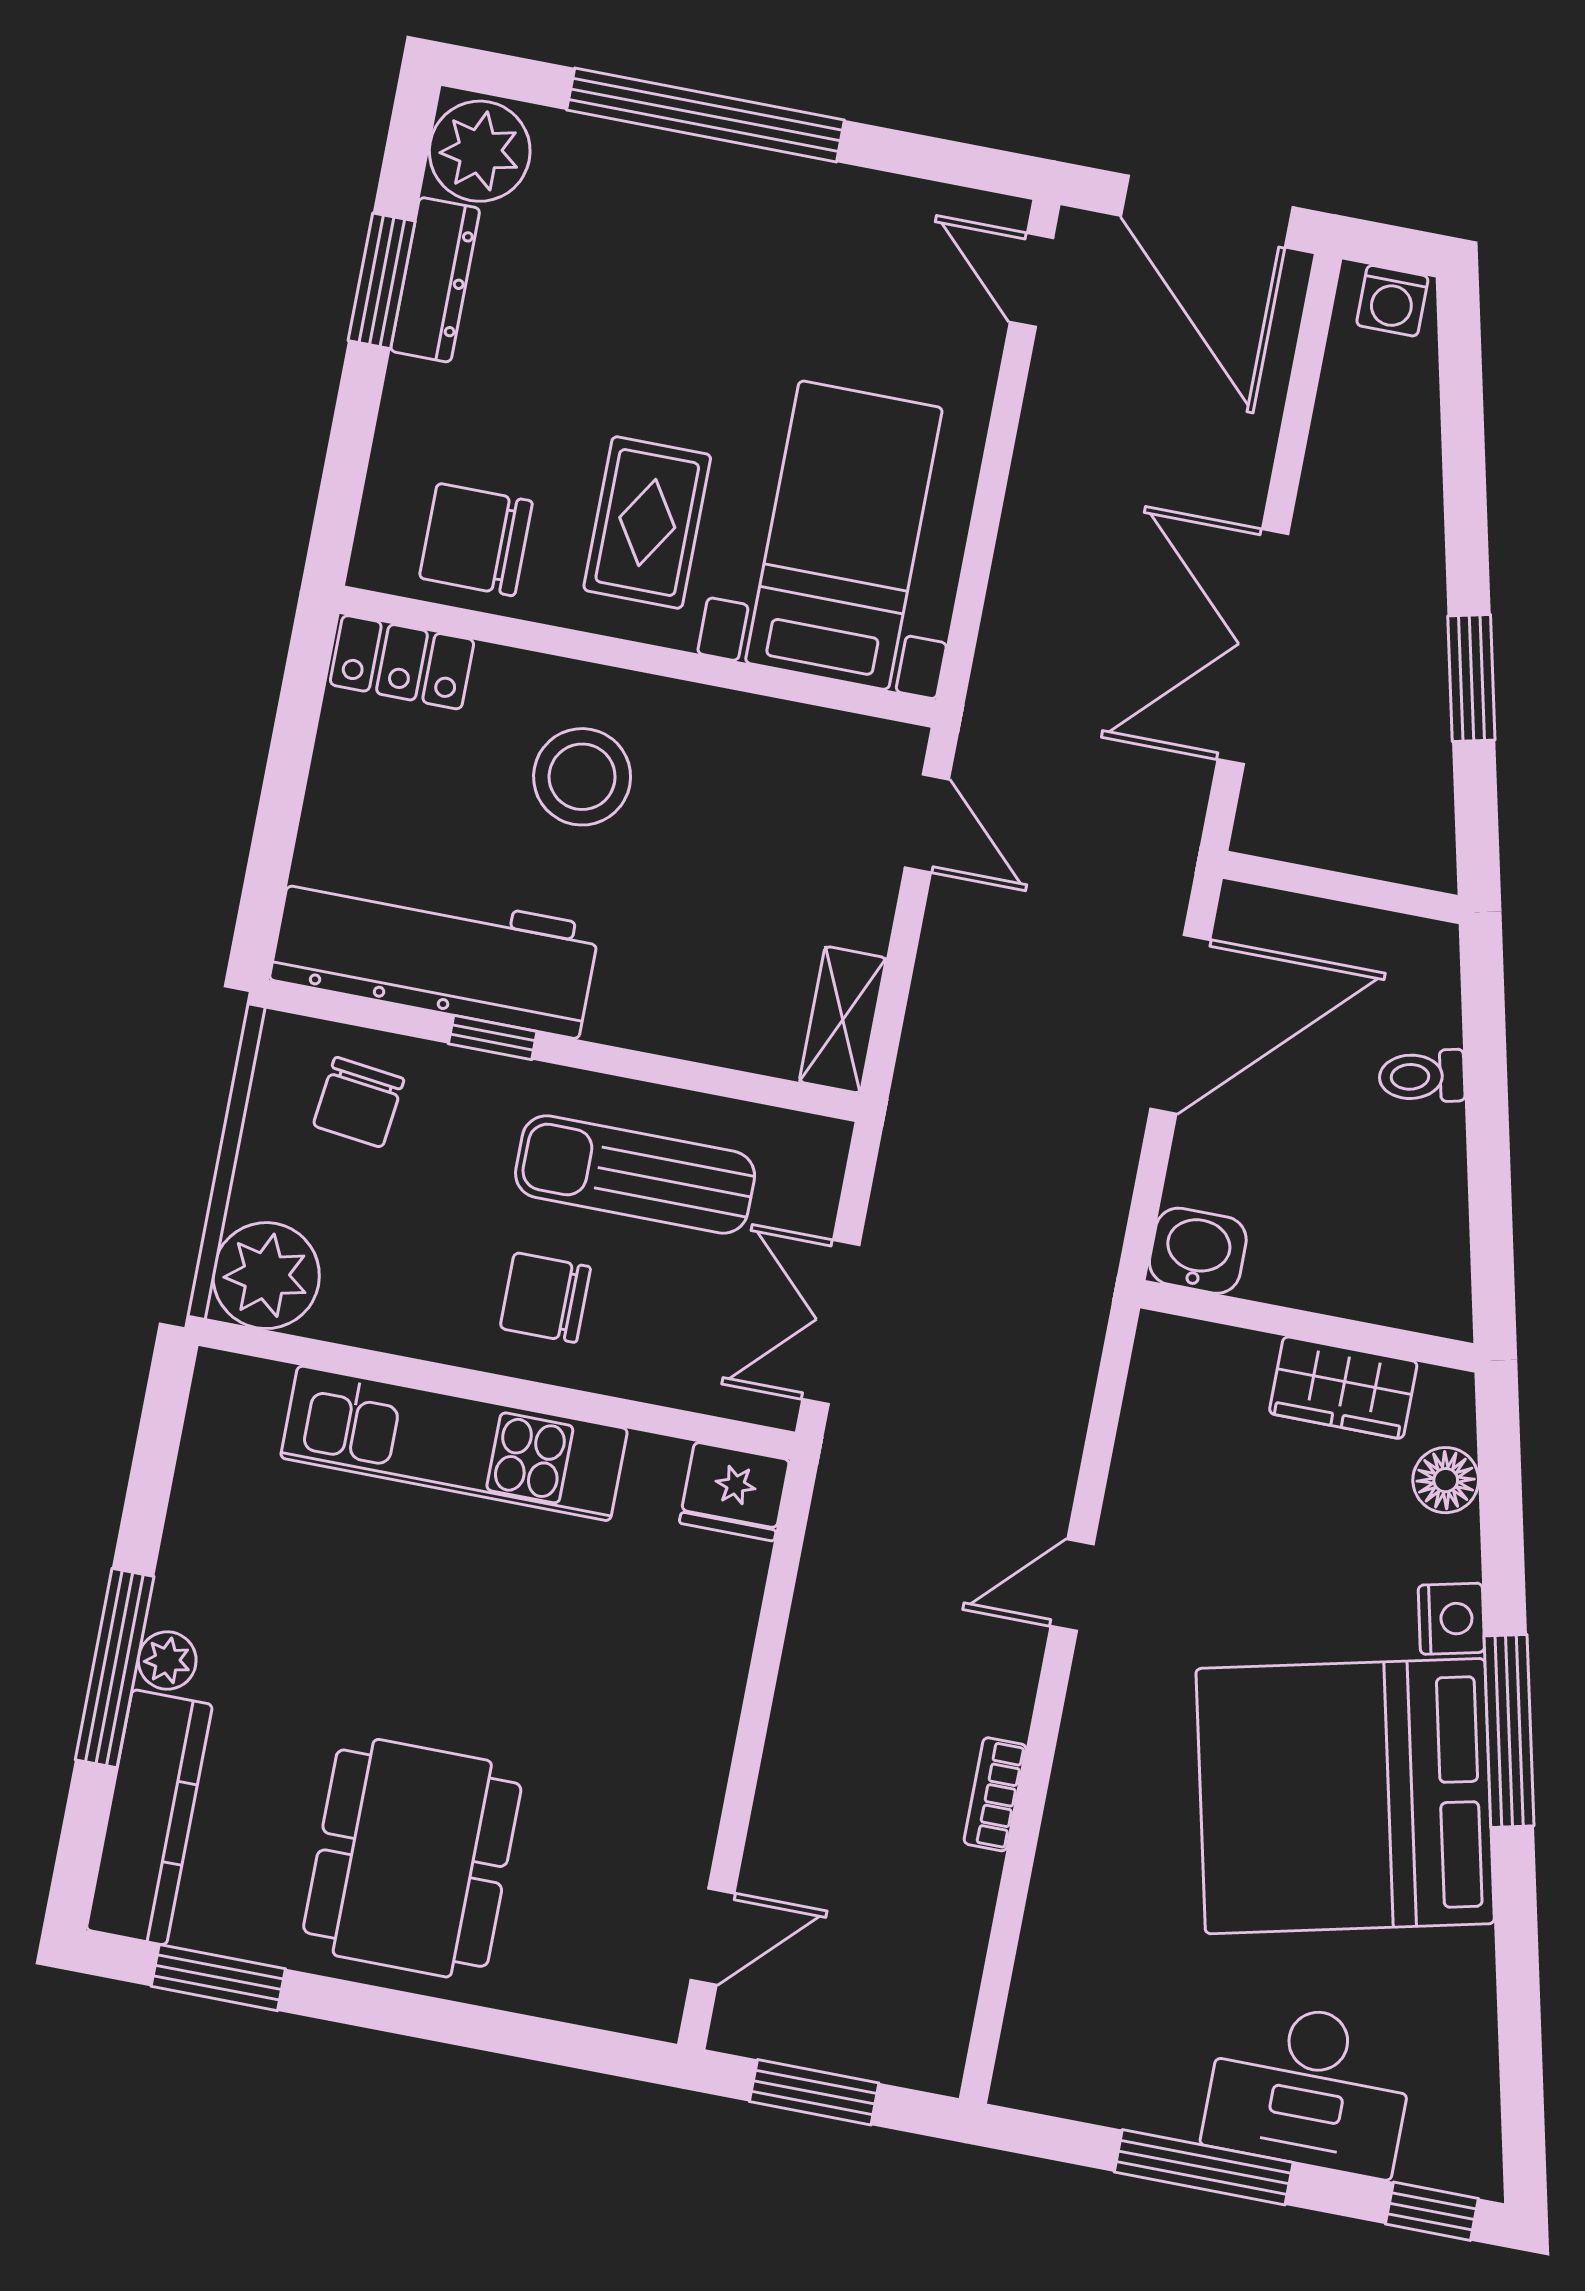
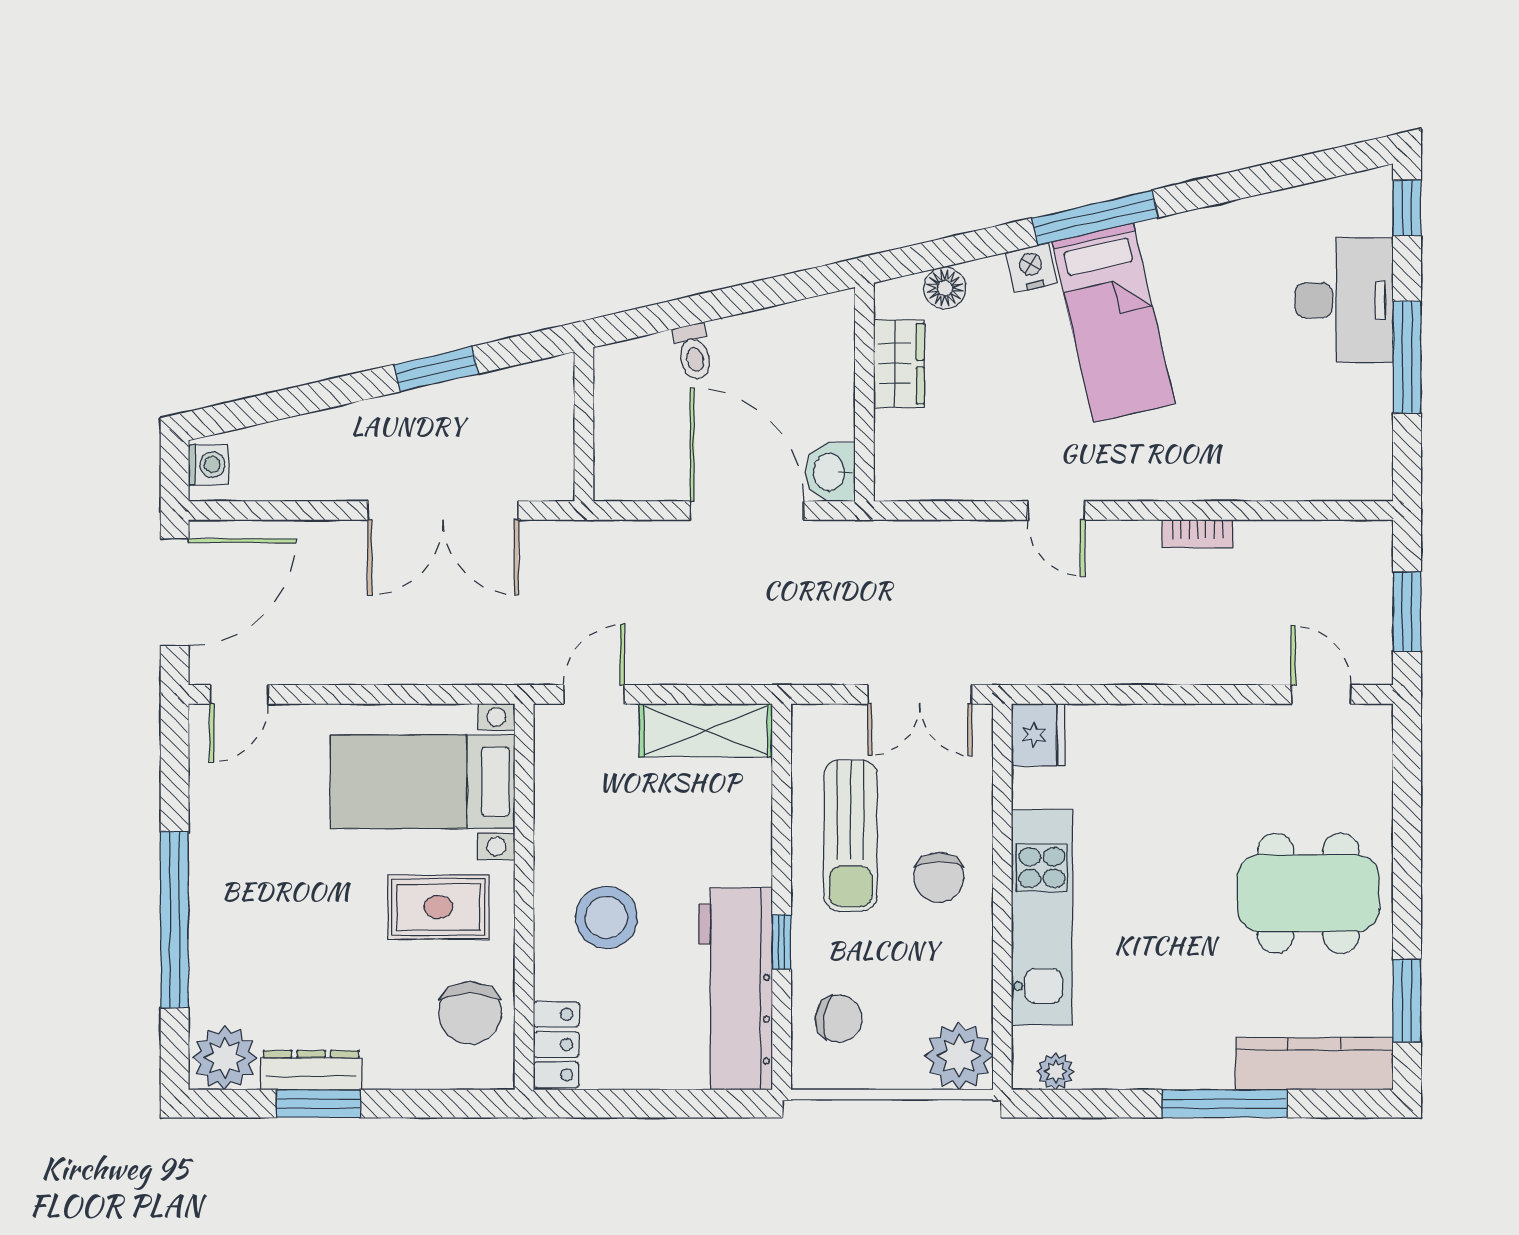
shelving: (843, 1020) -> (706, 730), width x1.50, depth x1.33
door: (1180, 1024) -> (747, 511), moved
plant: (167, 1661) -> (1056, 1071), moved
bed: (1345, 1796) -> (1114, 323), width x0.49

